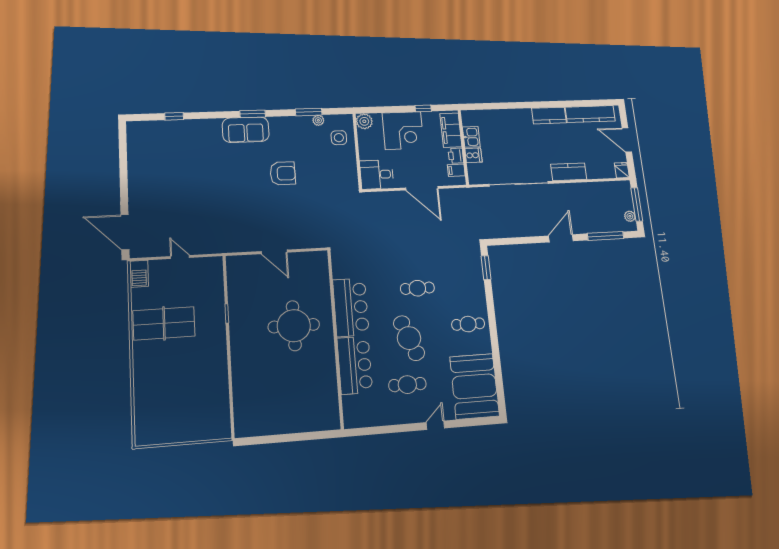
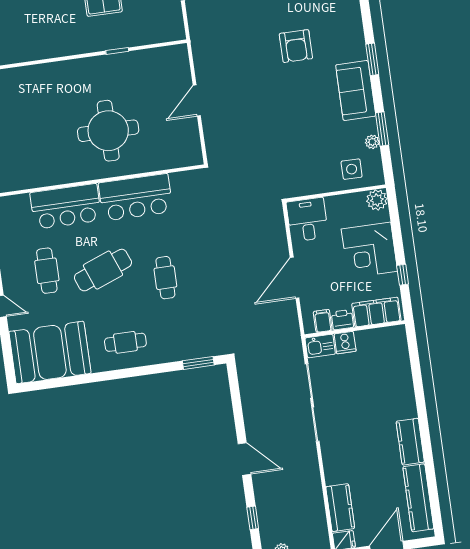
sofa: (246, 130) -> (356, 90), moved
kitchen sink: (471, 137) -> (320, 346), moved
kitchen counter: (569, 172) -> (340, 508), moved
armchair: (283, 173) -> (296, 46), moved
window: (606, 236) -> (253, 518), width x0.46
cafe table: (468, 324) -> (125, 342), turned 90

